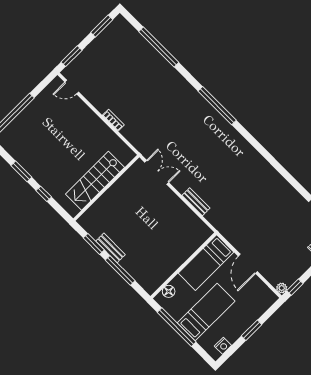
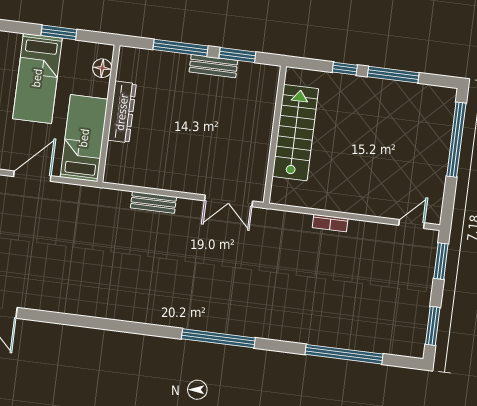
window: (21, 171) -> (393, 75), width x1.44
dresser: (176, 261) -> (122, 112), added
door: (248, 264) -> (32, 176), hinge flipped
window: (177, 327) -> (59, 32), width x0.47

